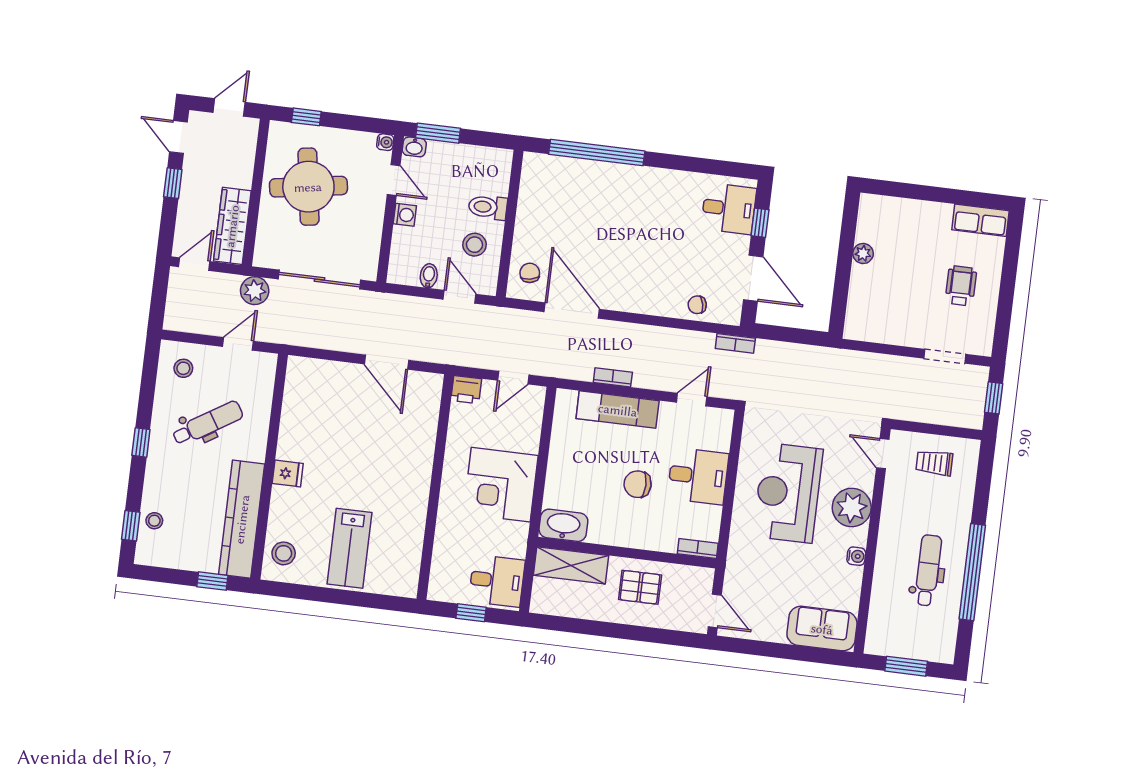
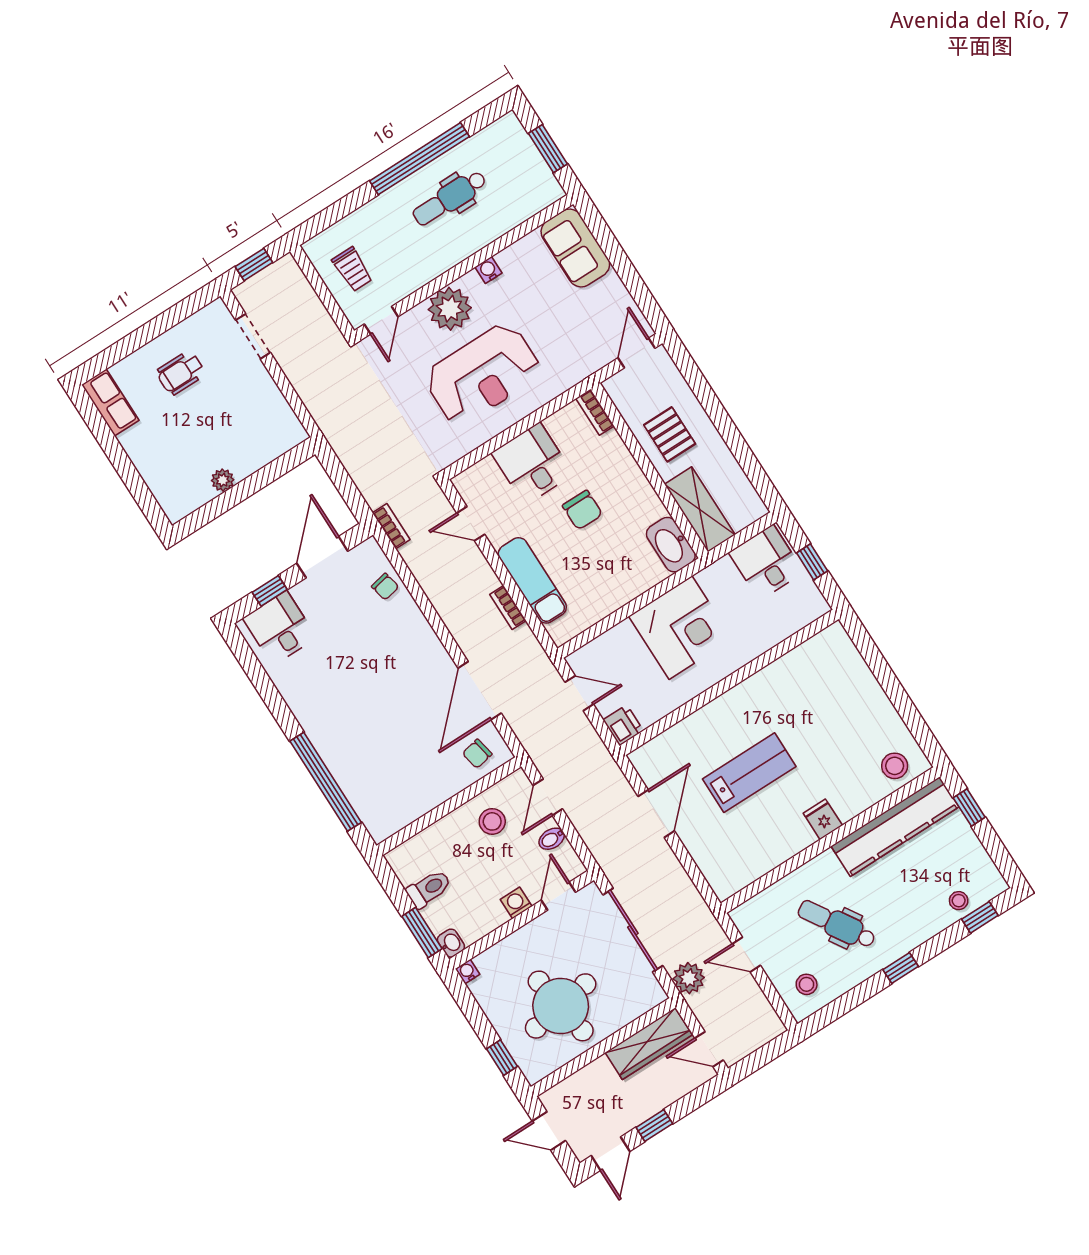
door: (394, 180) -> (558, 896), moved
toilet: (488, 207) -> (429, 889), moved, turned -90
lab bench: (349, 548) -> (749, 773), moved

